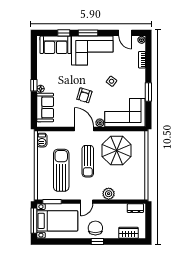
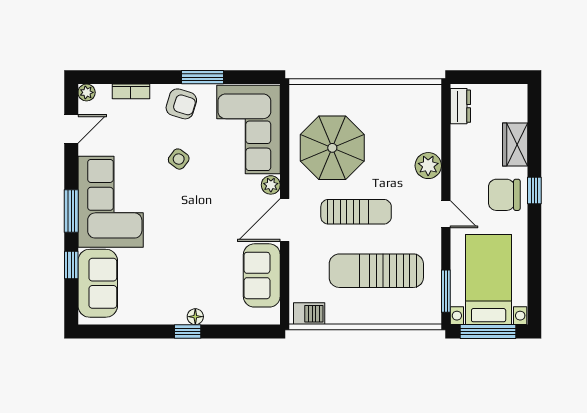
armchair: (84, 95) -> (181, 104), moved
sofa: (45, 107) -> (262, 275), moved, turned -90
wardrobe: (128, 233) -> (515, 145), moved

